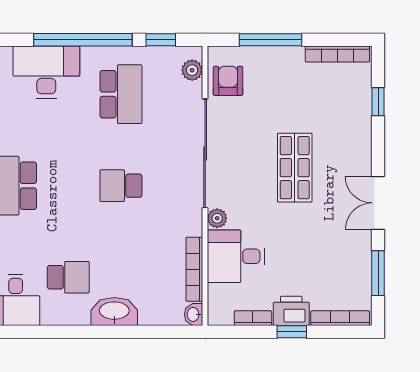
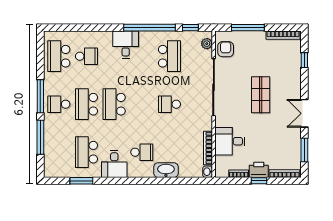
desk: (46, 72) -> (126, 45), width x0.73
plant: (217, 218) -> (220, 121), removed

